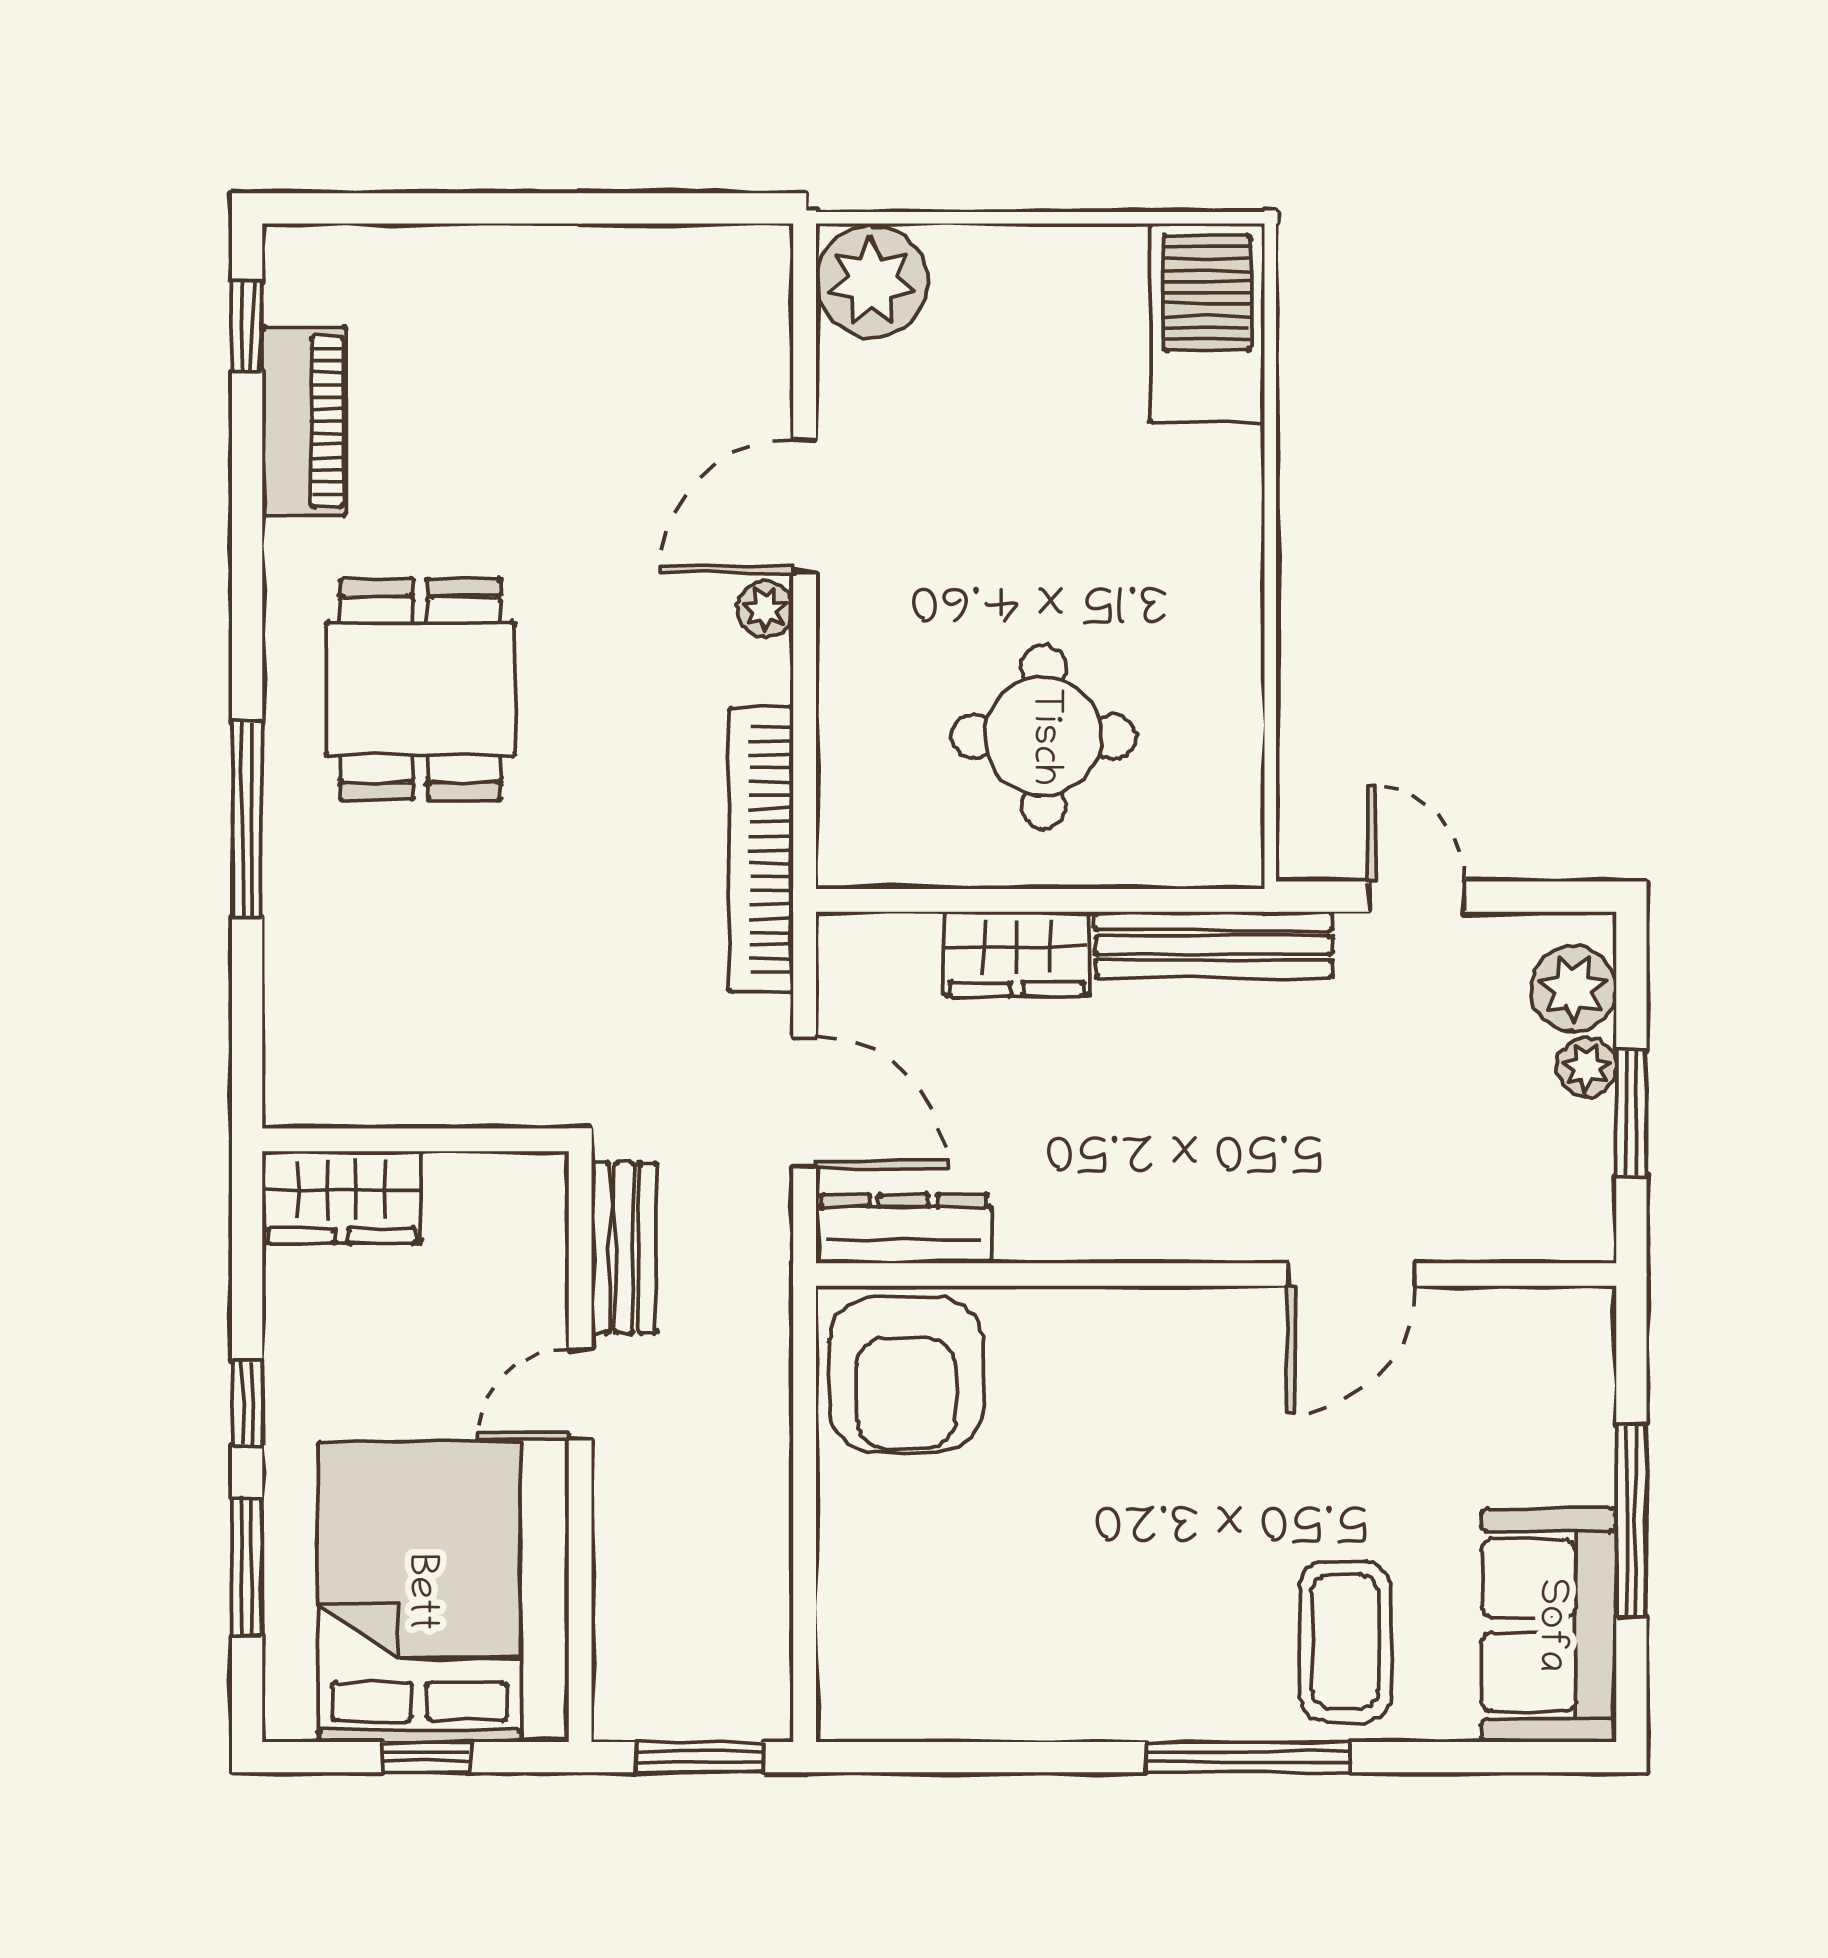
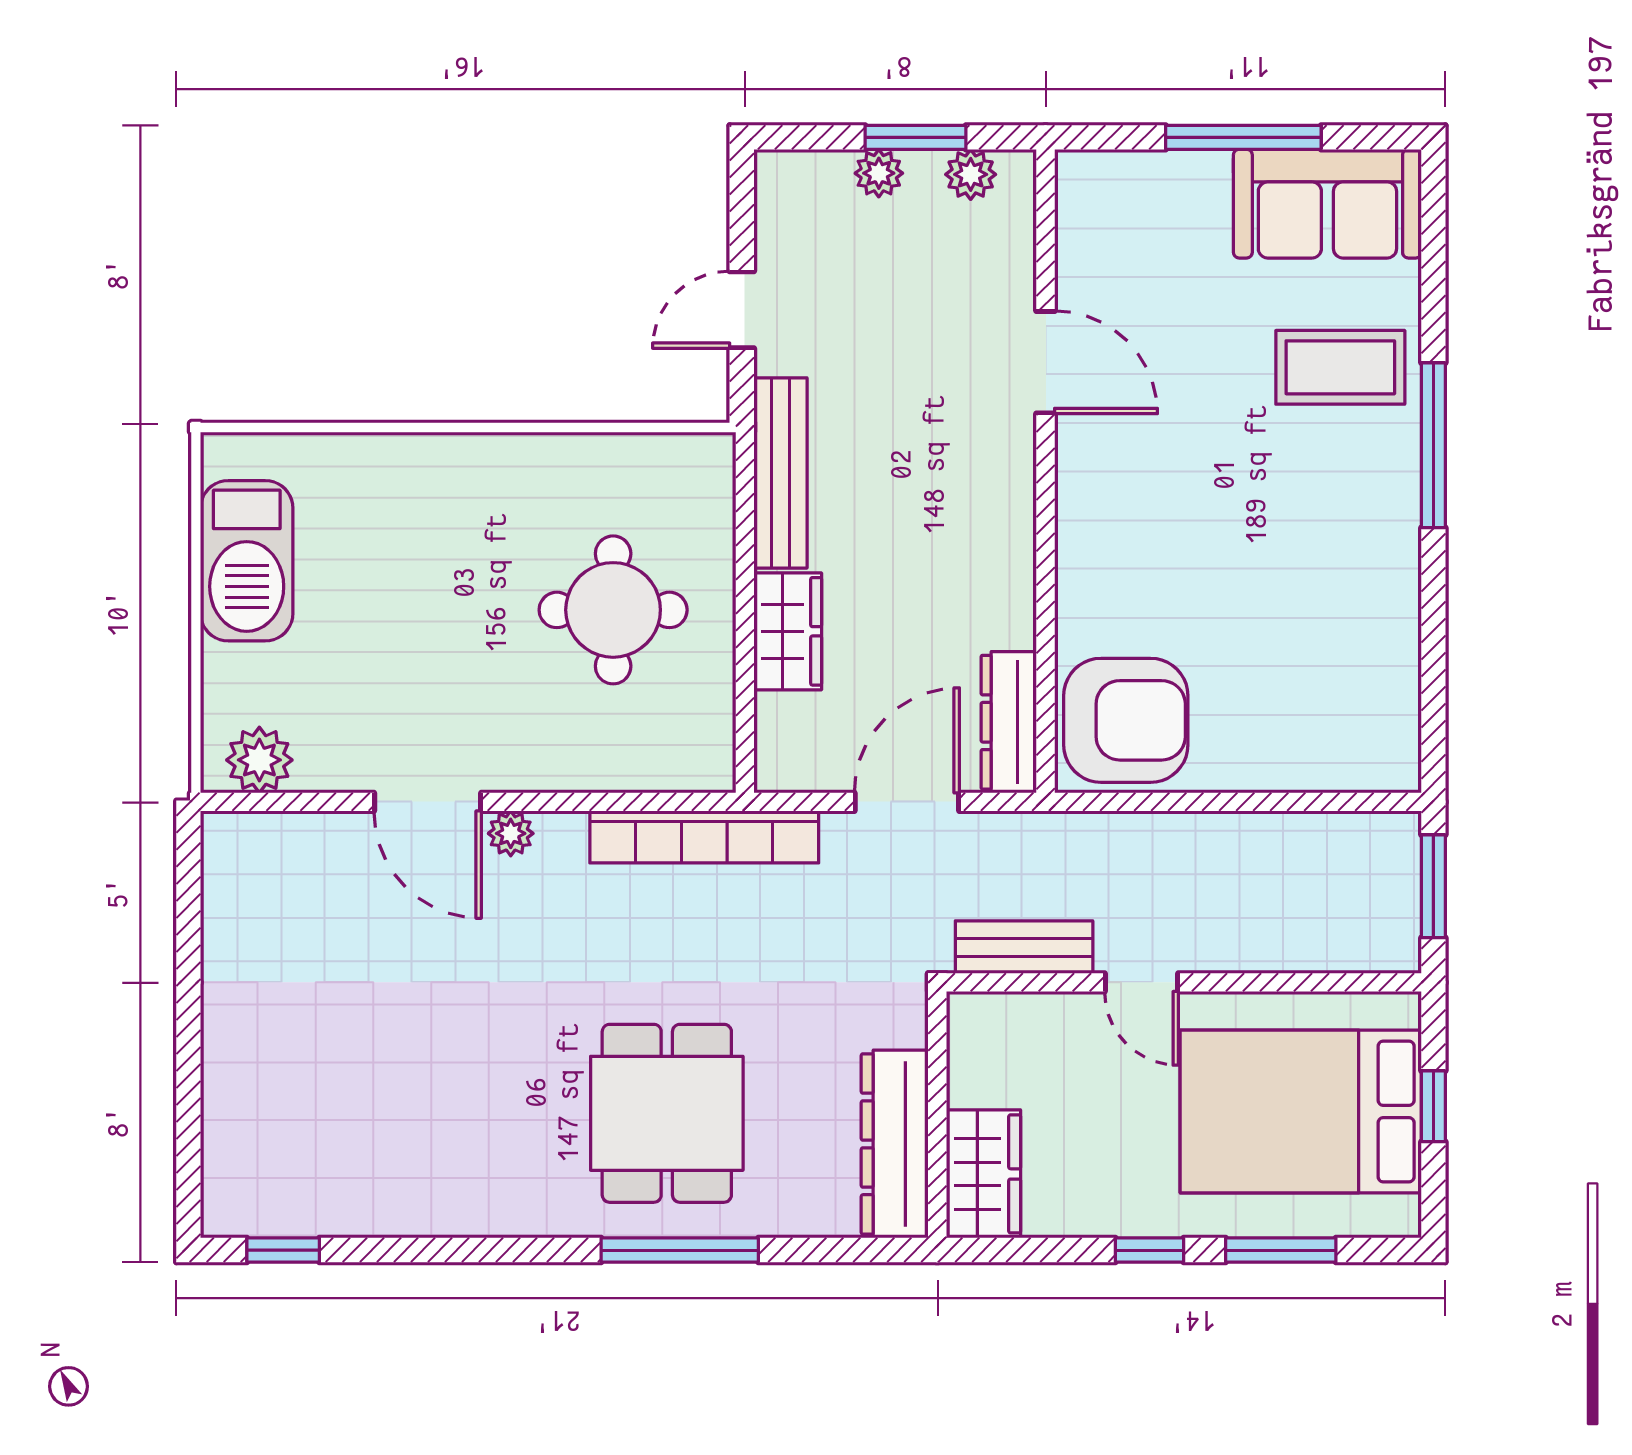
plant: (872, 282) -> (259, 760), width x0.73, depth x0.73
barbecue: (1207, 323) -> (247, 561), moved, turned -90
piano: (304, 421) -> (360, 1204), removed
dining table: (420, 689) -> (667, 1113), moved, turned 90
plant: (1573, 989) -> (971, 174), moved, width x0.73, depth x0.73
dresser: (379, 1087) -> (895, 1144), added

